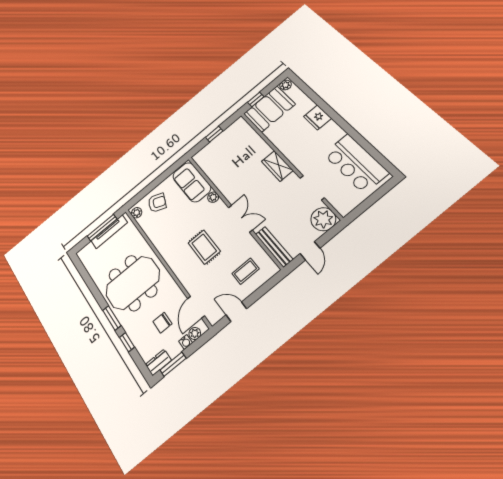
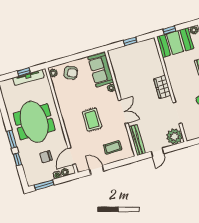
window: (102, 228) -> (24, 72), width x0.46
meeting table: (133, 283) -> (34, 122), turned 90
dresser: (158, 362) -> (35, 180), removed

